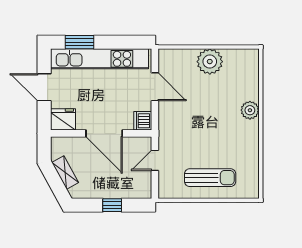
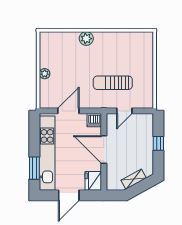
plant: (210, 62) -> (45, 74), width x0.53, depth x0.53
door: (104, 133) -> (104, 150), swing flipped
door: (155, 160) -> (124, 111), hinge flipped
sun lounger: (210, 178) -> (113, 83), moved, turned -90

